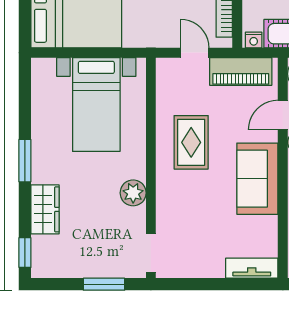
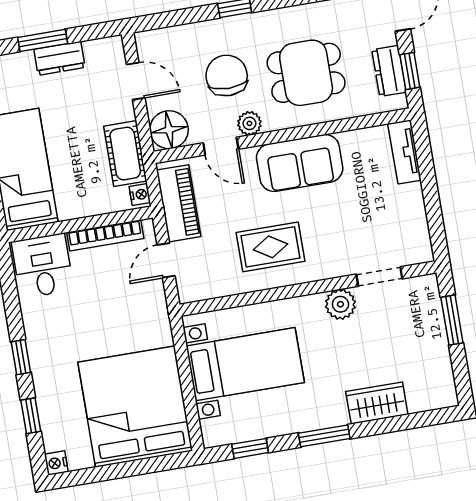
window: (25, 253) -> (250, 448), moved
doorway: (151, 253) -> (379, 276), moved

